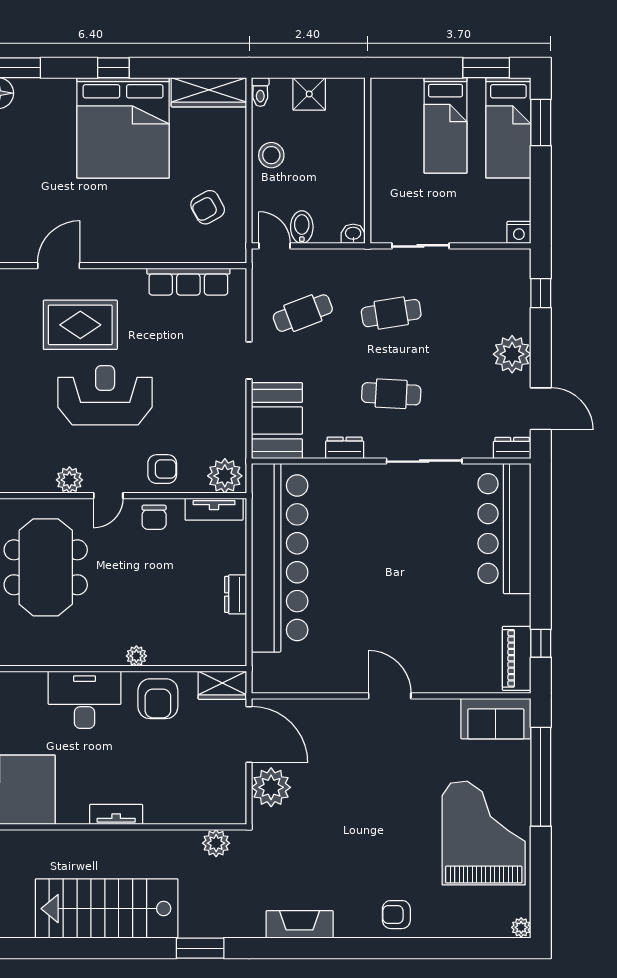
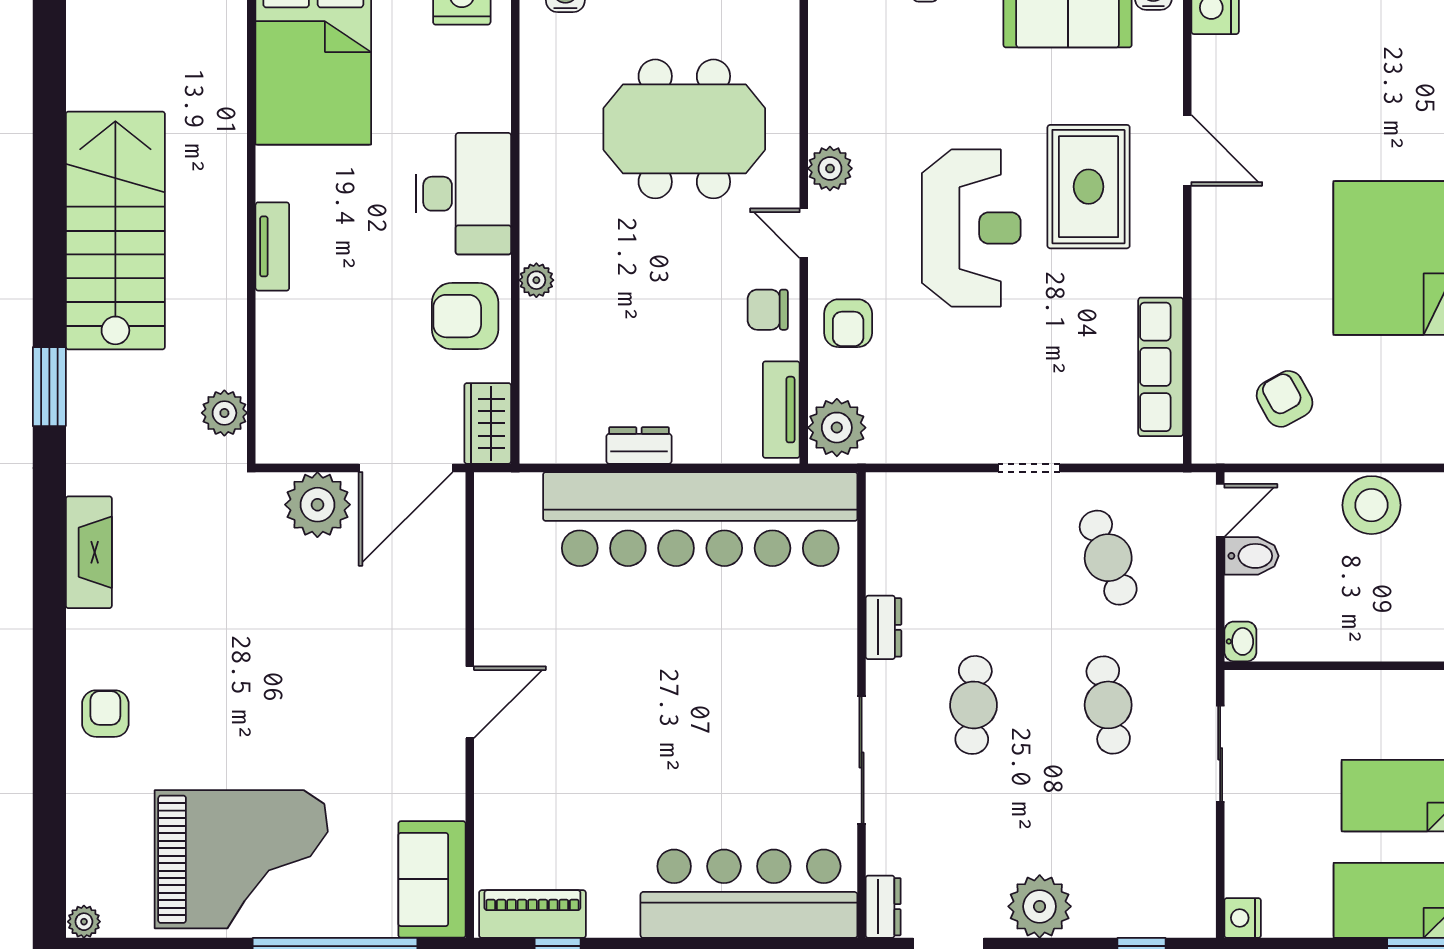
stool: (271, 155) -> (1371, 505), width x1.38, depth x1.38
booth: (277, 421) -> (929, 515), removed

